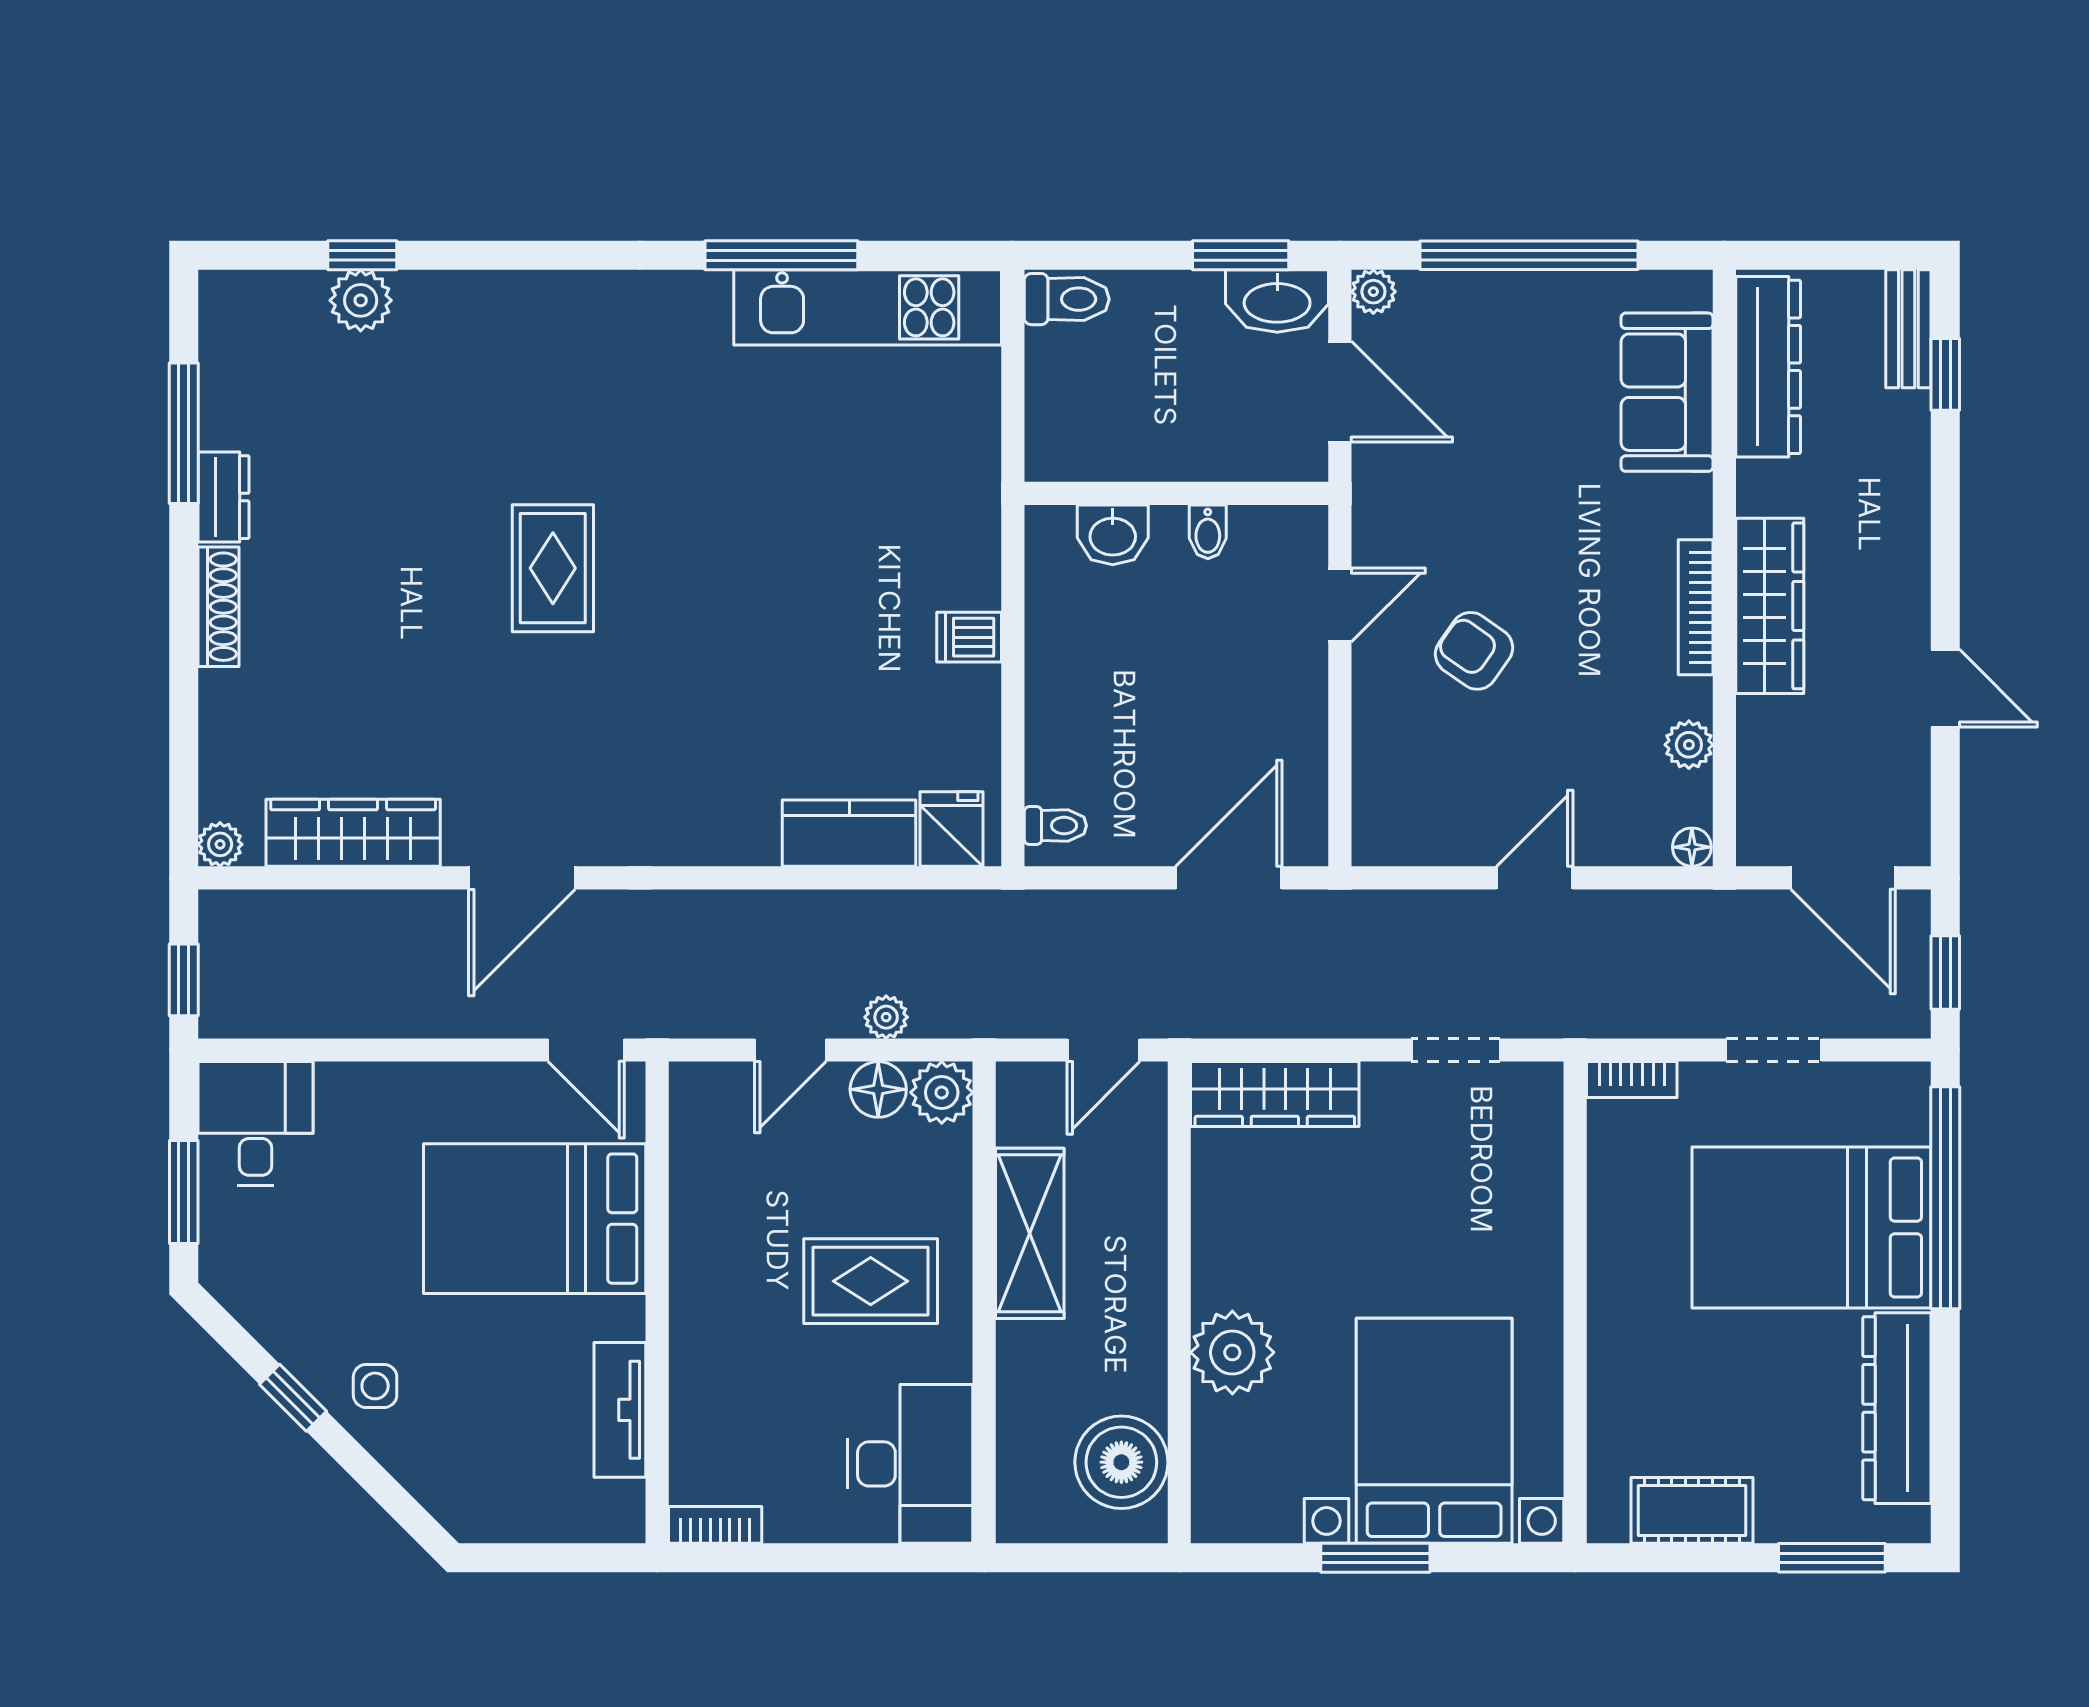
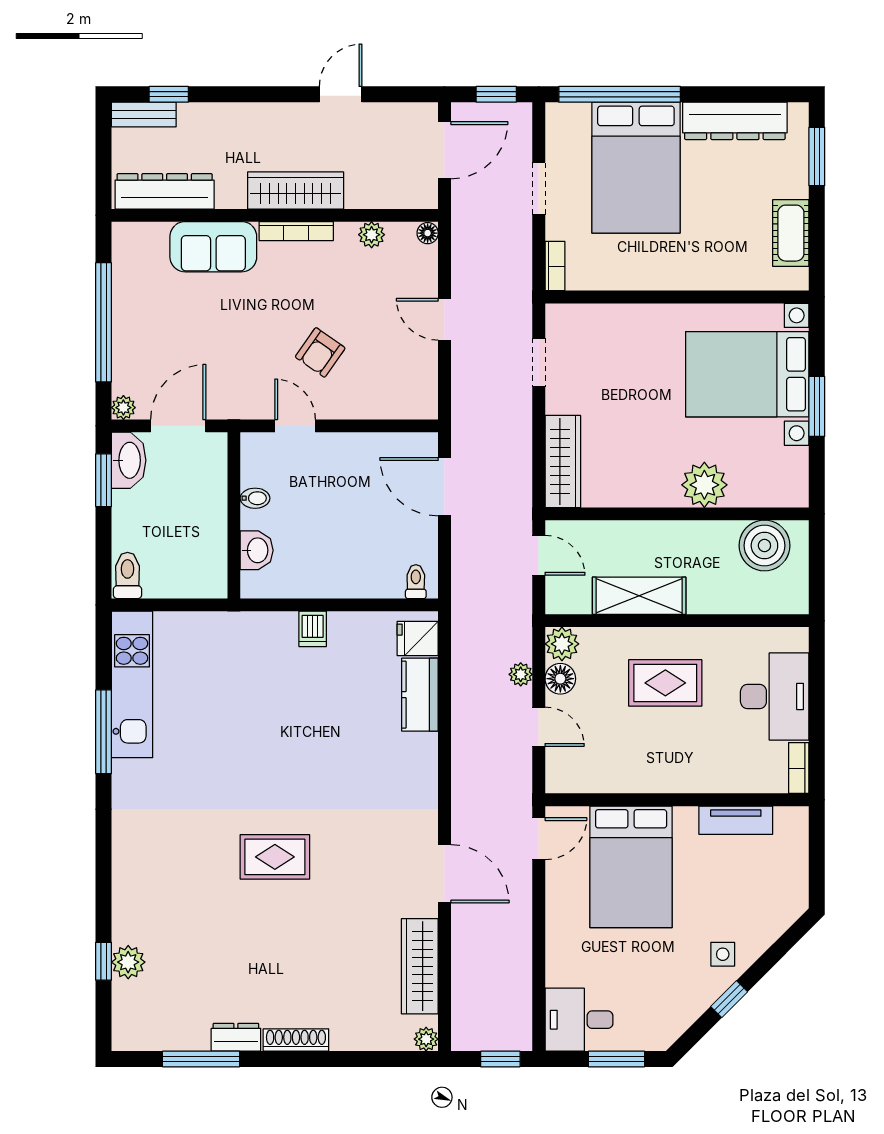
sofa: (1667, 392) -> (213, 247), moved
rug: (871, 1281) -> (665, 683), turned 90
desk: (910, 1464) -> (775, 696), moved, turned 90

